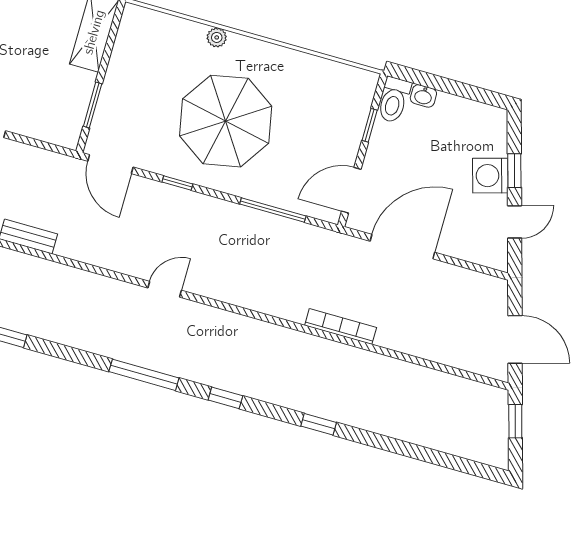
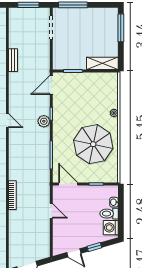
toilet: (394, 100) -> (109, 214), moved
parasol: (226, 121) -> (93, 144), moved
washing machine: (490, 176) -> (111, 228), moved, turned -74
plant: (190, 205) -> (44, 121), added
door: (402, 247) -> (51, 211), width x0.53

